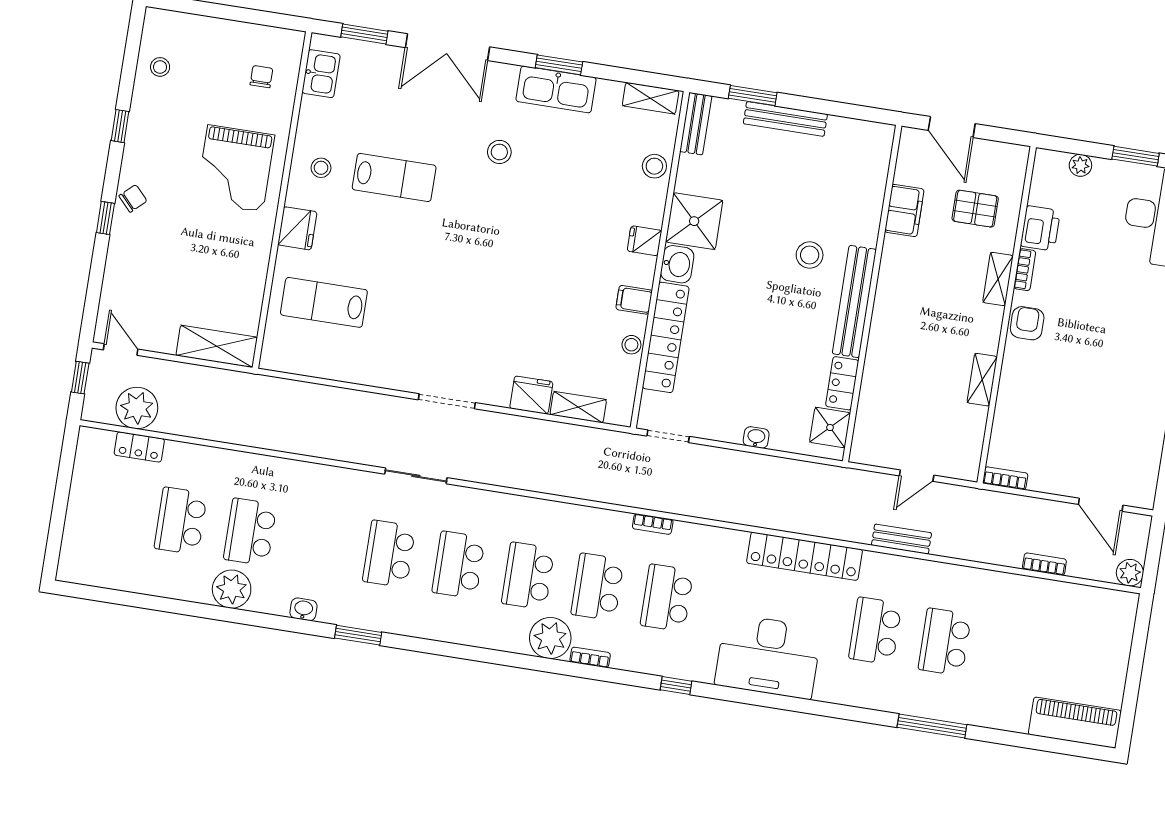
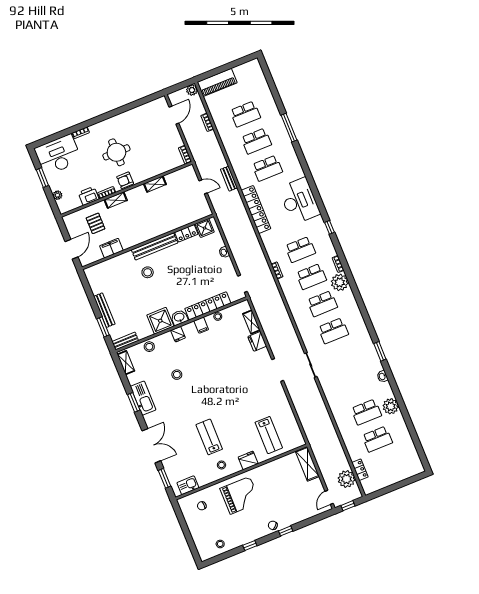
stool: (499, 152) -> (177, 375), moved
round table: (1095, 340) -> (116, 152), added
school desk: (389, 554) -> (245, 114), moved
piano: (1075, 723) -> (217, 82), moved, turned -90

